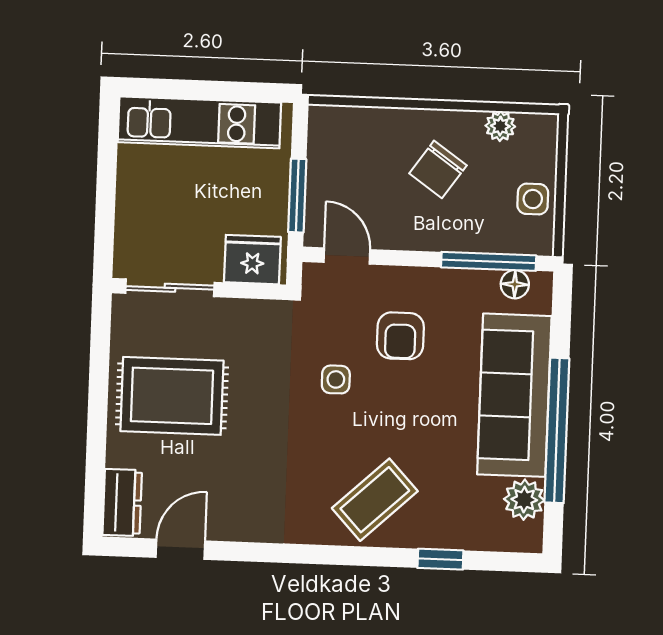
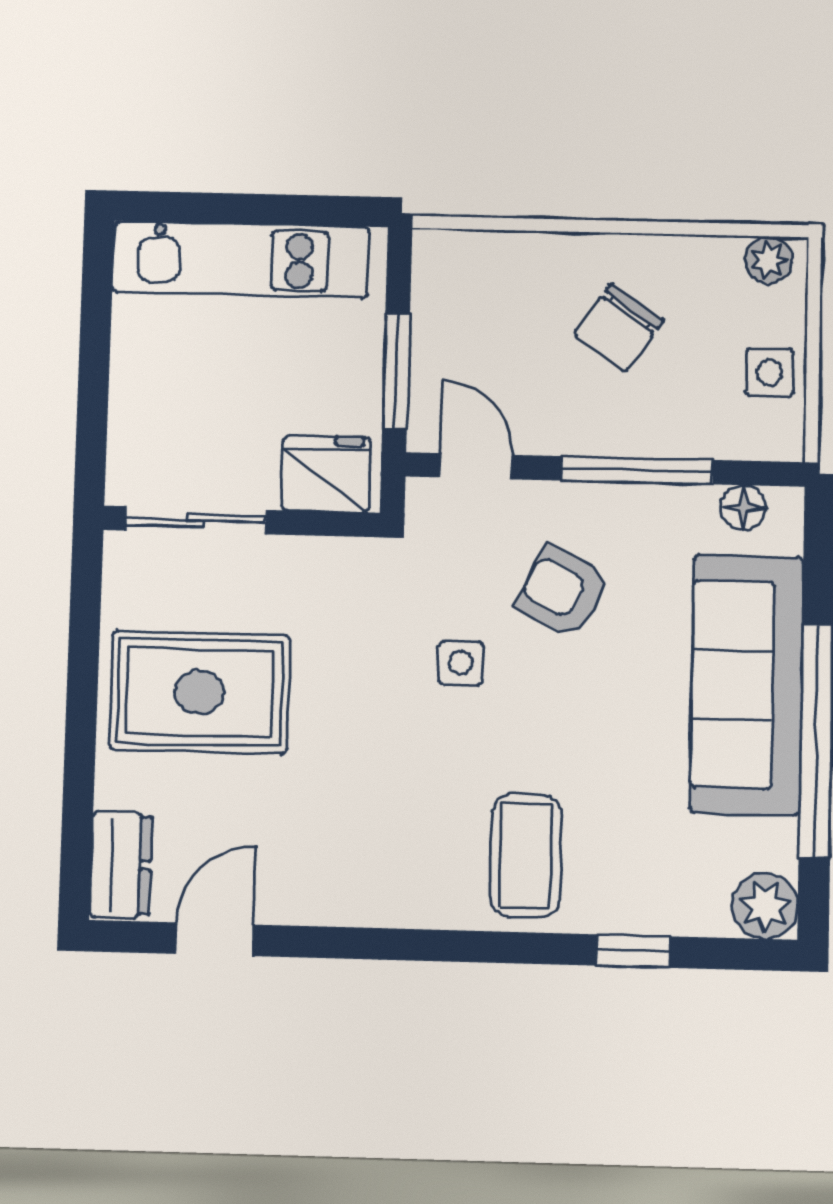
plant: (500, 126) -> (769, 260), moved
window: (489, 261) -> (637, 470), moved
armchair: (400, 336) -> (563, 592), turned 117
coffee table: (375, 500) -> (526, 856), turned -47
plant: (524, 500) -> (765, 906), moved

